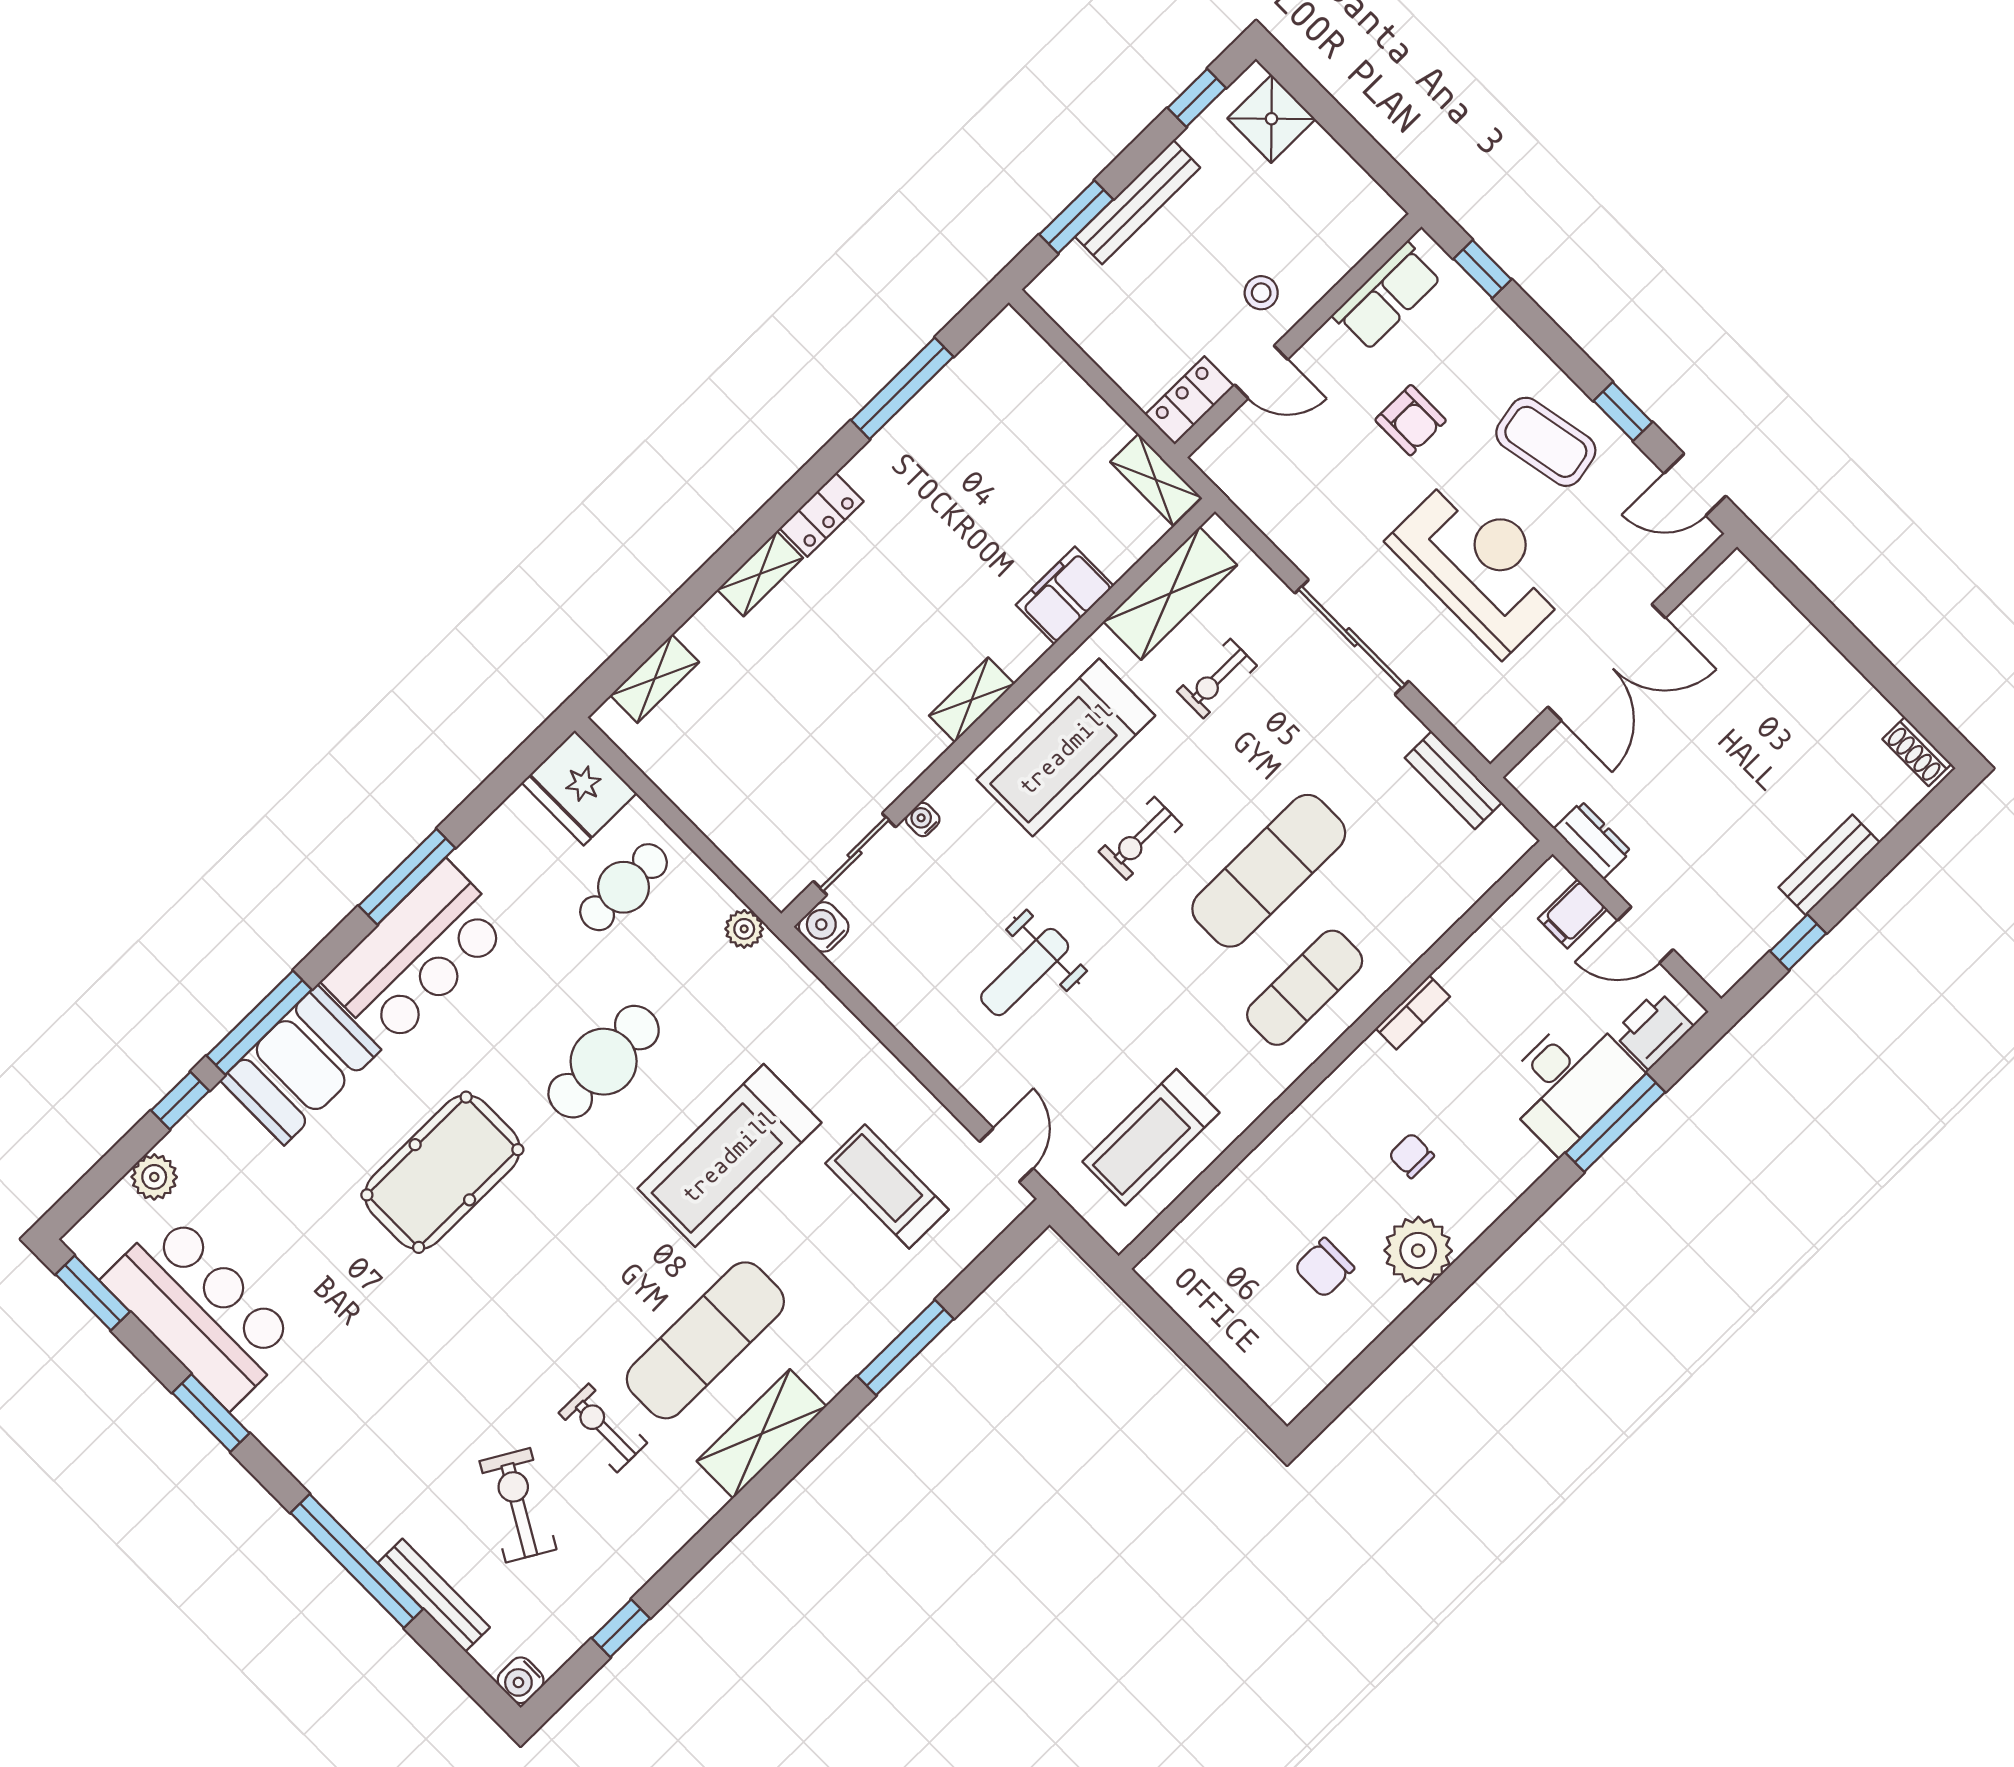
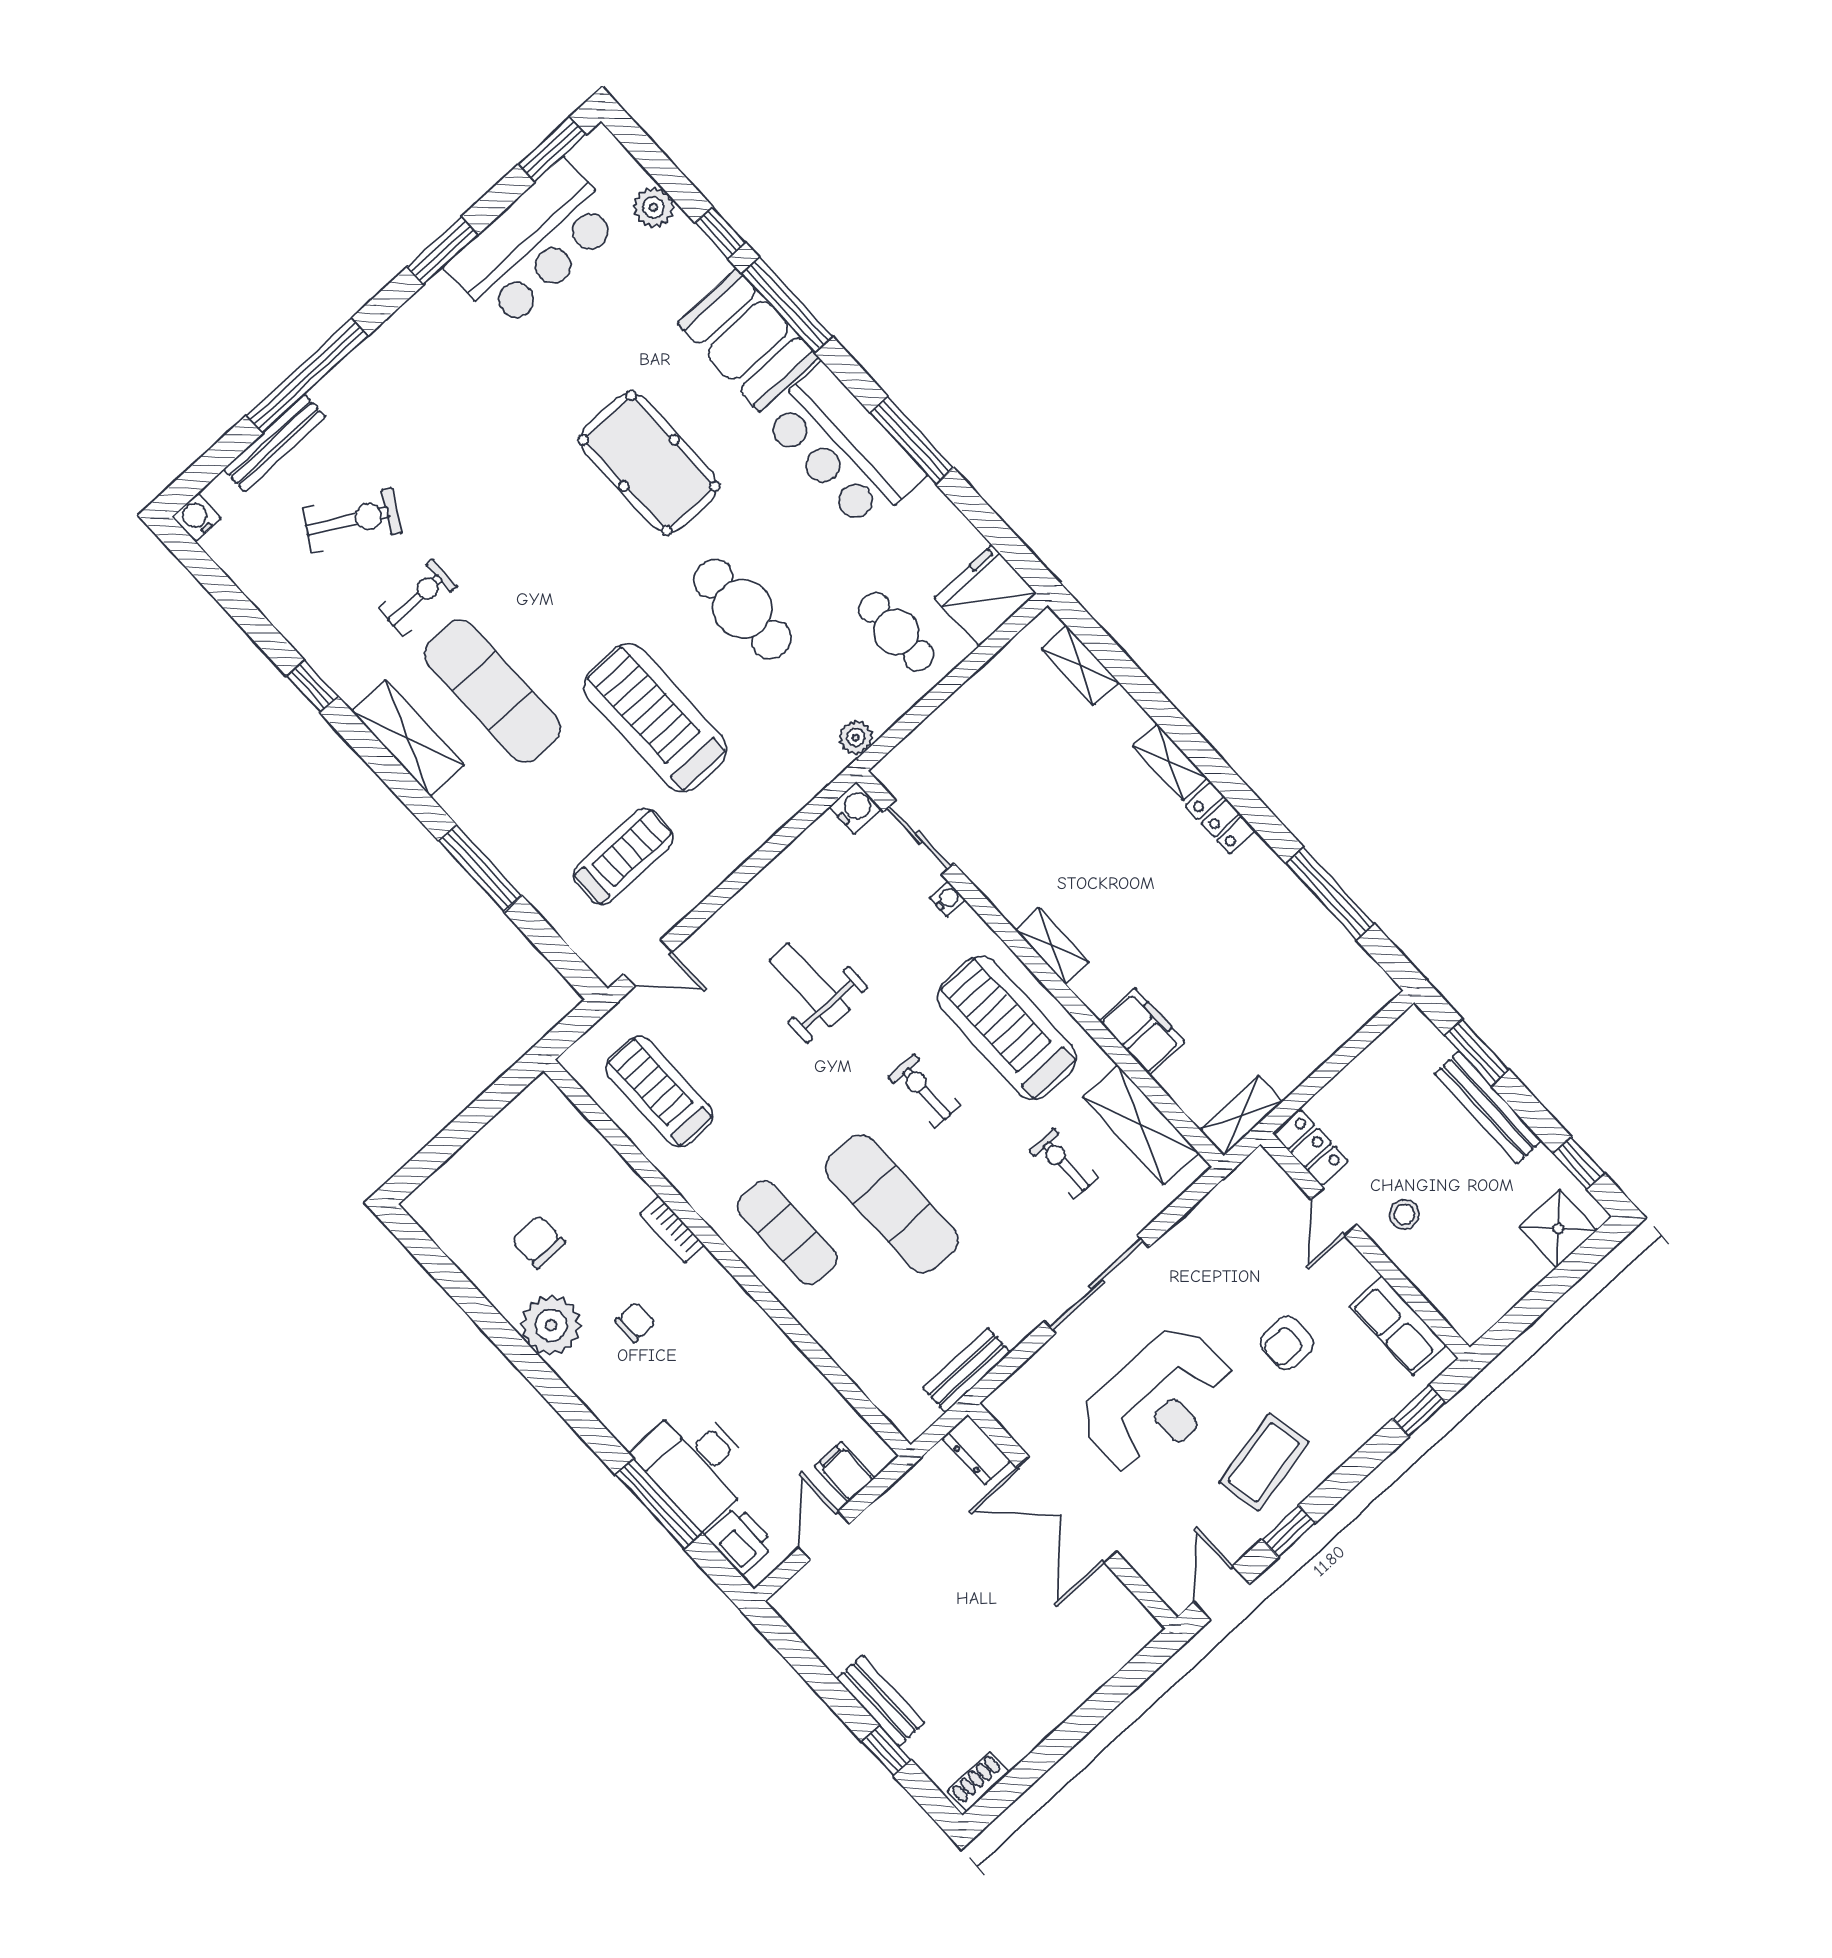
dresser: (1592, 840) -> (977, 1450), moved, turned 90
window: (1798, 942) -> (887, 1751), moved
bookcase: (1413, 1012) -> (672, 1229), moved
window: (621, 1628) -> (312, 686), moved

